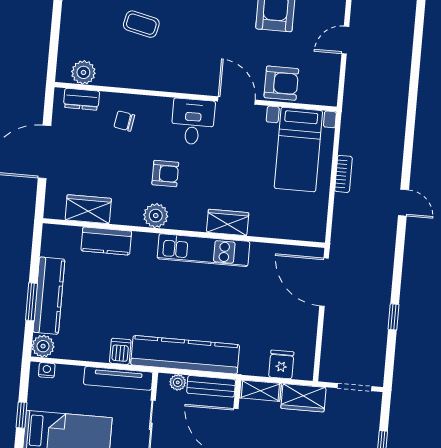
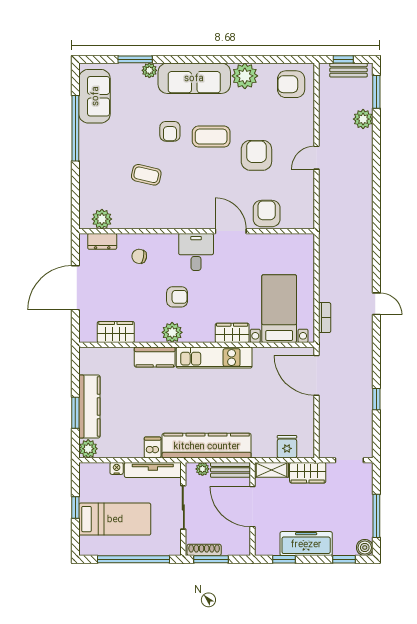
door: (345, 40) -> (316, 158), moved
armchair: (281, 83) -> (267, 214), turned -90
bed with nightstands: (298, 149) -> (279, 309), moved, turned 180
bookcase: (343, 174) -> (325, 318), moved
kitchen counter: (106, 241) -> (155, 357), moved
nightstand: (47, 370) -> (117, 468), moved

